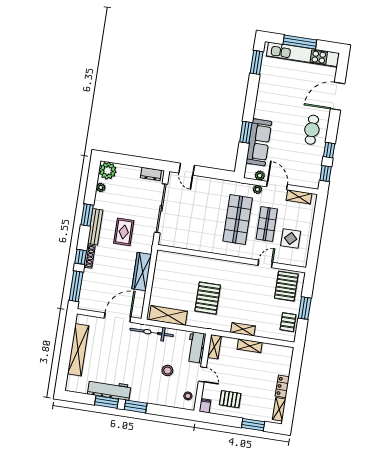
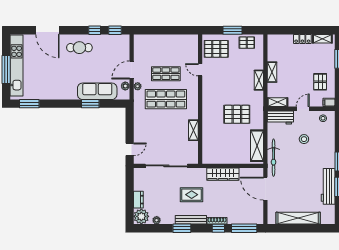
dresser: (151, 174) -> (138, 200), moved
shelving: (299, 197) -> (193, 130), moved
display table: (291, 238) -> (175, 51), removed

